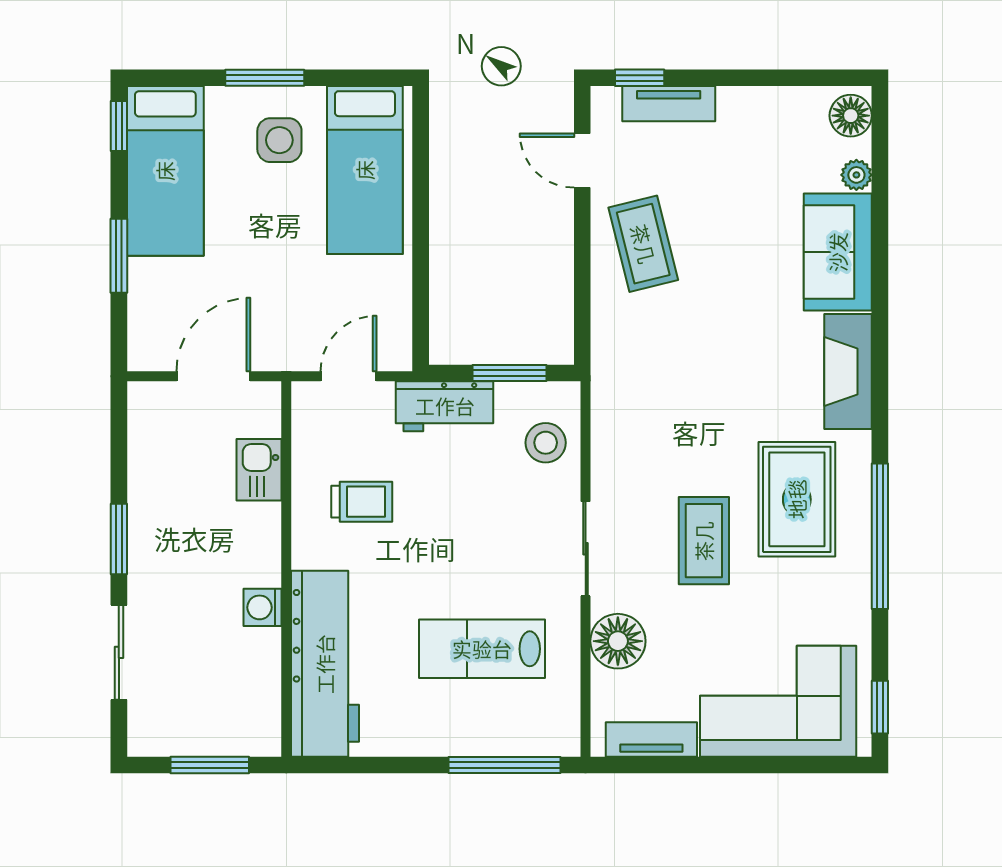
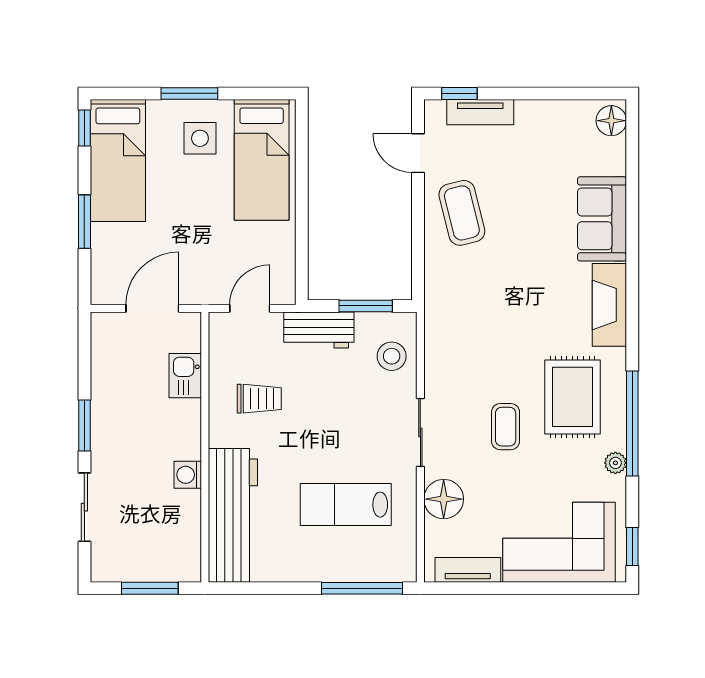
plant: (856, 175) -> (615, 463), moved
coffee table: (704, 541) -> (506, 427), width x0.73, depth x0.77

